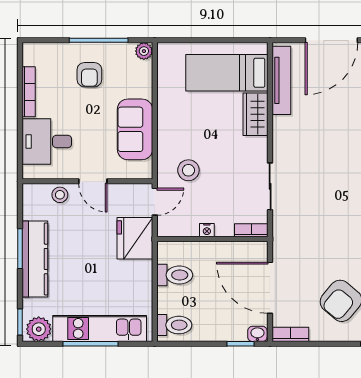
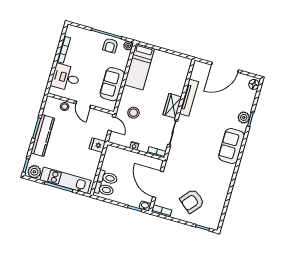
bed: (227, 73) -> (139, 67), moved, turned -90
armchair: (89, 75) -> (110, 45), moved
tv unit: (281, 80) -> (189, 98), moved
wardrobe: (256, 114) -> (172, 106), moved
door: (155, 202) -> (112, 124), hinge flipped
fridge: (135, 238) -> (97, 145), width x0.53, depth x0.75
toilet: (175, 275) -> (107, 178), moved

